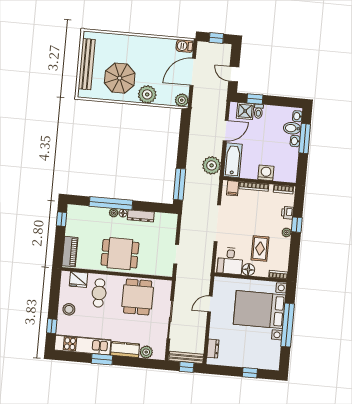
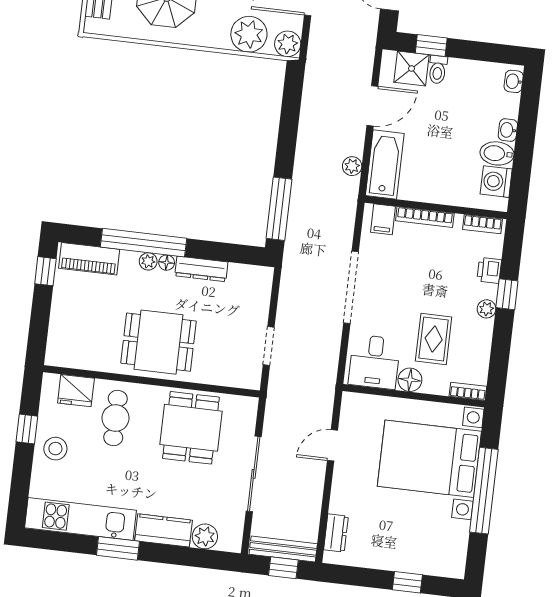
plant: (147, 94) -> (249, 34), moved
bidet: (292, 128) -> (497, 153), moved
window: (305, 138) -> (527, 125), removed
plant: (212, 165) -> (352, 166), width x0.53, depth x0.53
washing machine: (266, 173) -> (496, 182), moved, turned -90
piano: (70, 252) -> (89, 259), moved, turned 90
window: (52, 326) -> (27, 429), moved

